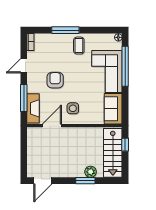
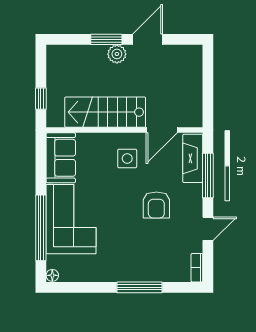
coffee table: (79, 46) -> (117, 262), removed
stairs: (113, 153) -> (105, 112), moved, turned -90
plant: (91, 172) -> (117, 54), moved
door: (43, 181) -> (148, 39), moved

